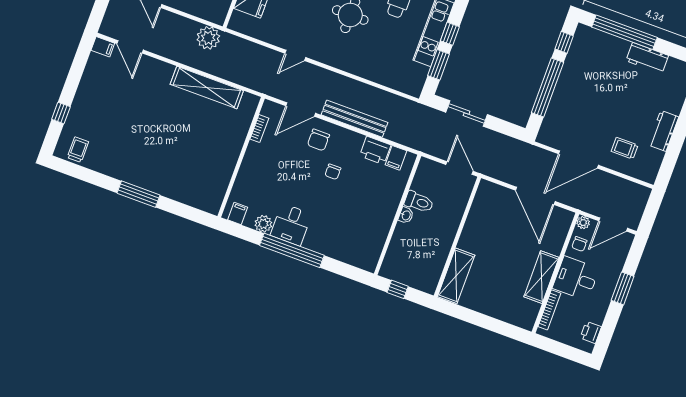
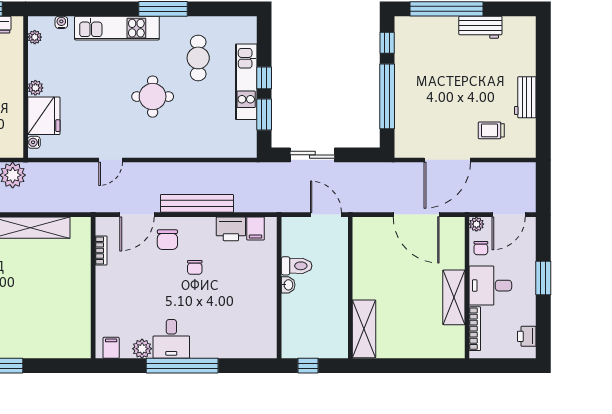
water cooler: (236, 17) -> (34, 142), added

